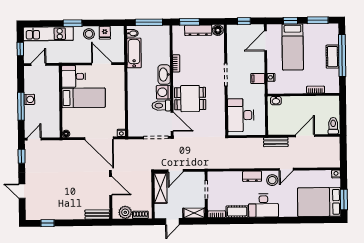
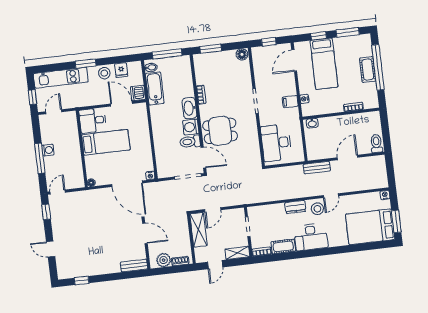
dresser: (198, 30) -> (221, 57), removed
dishwasher: (118, 56) -> (138, 93), added

